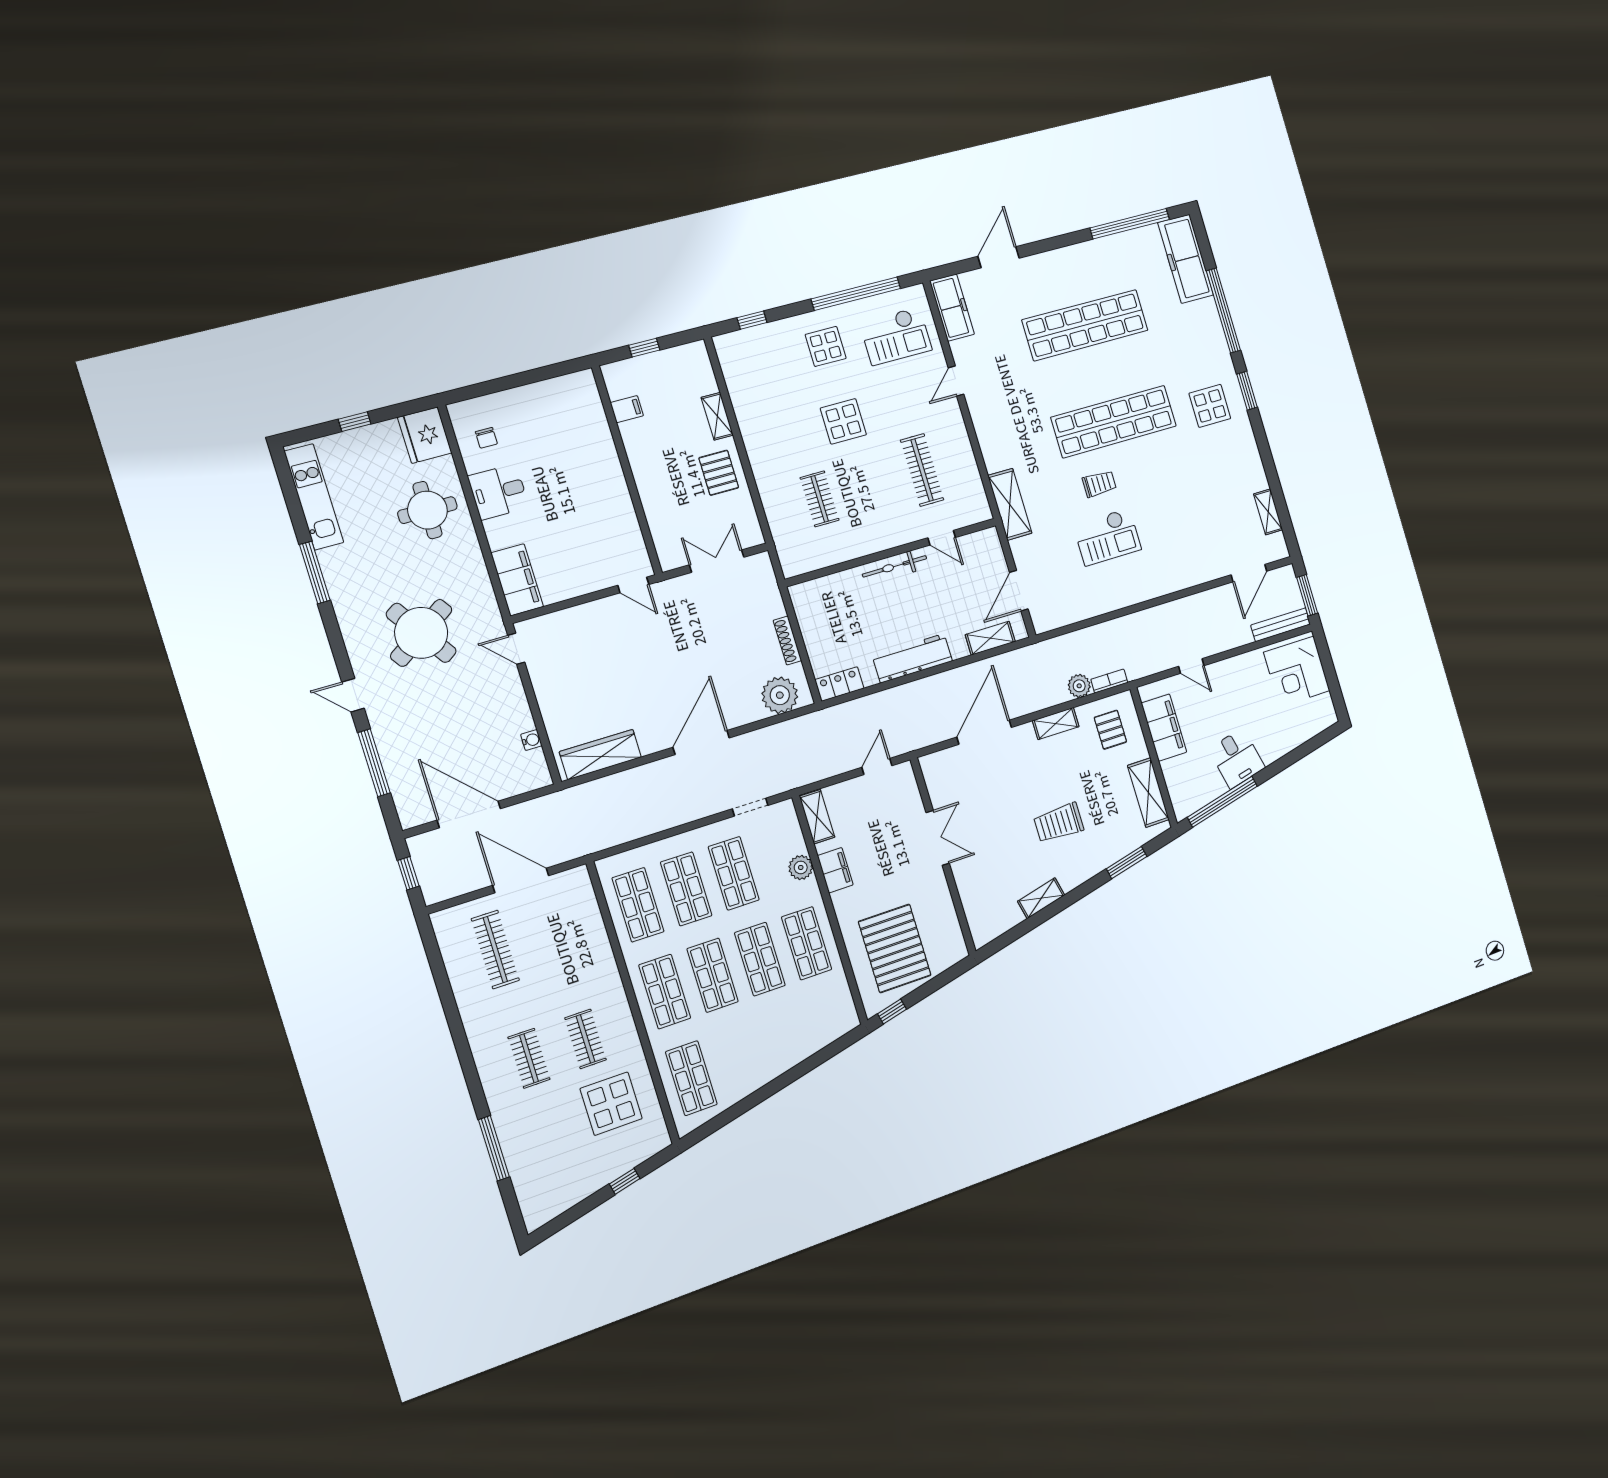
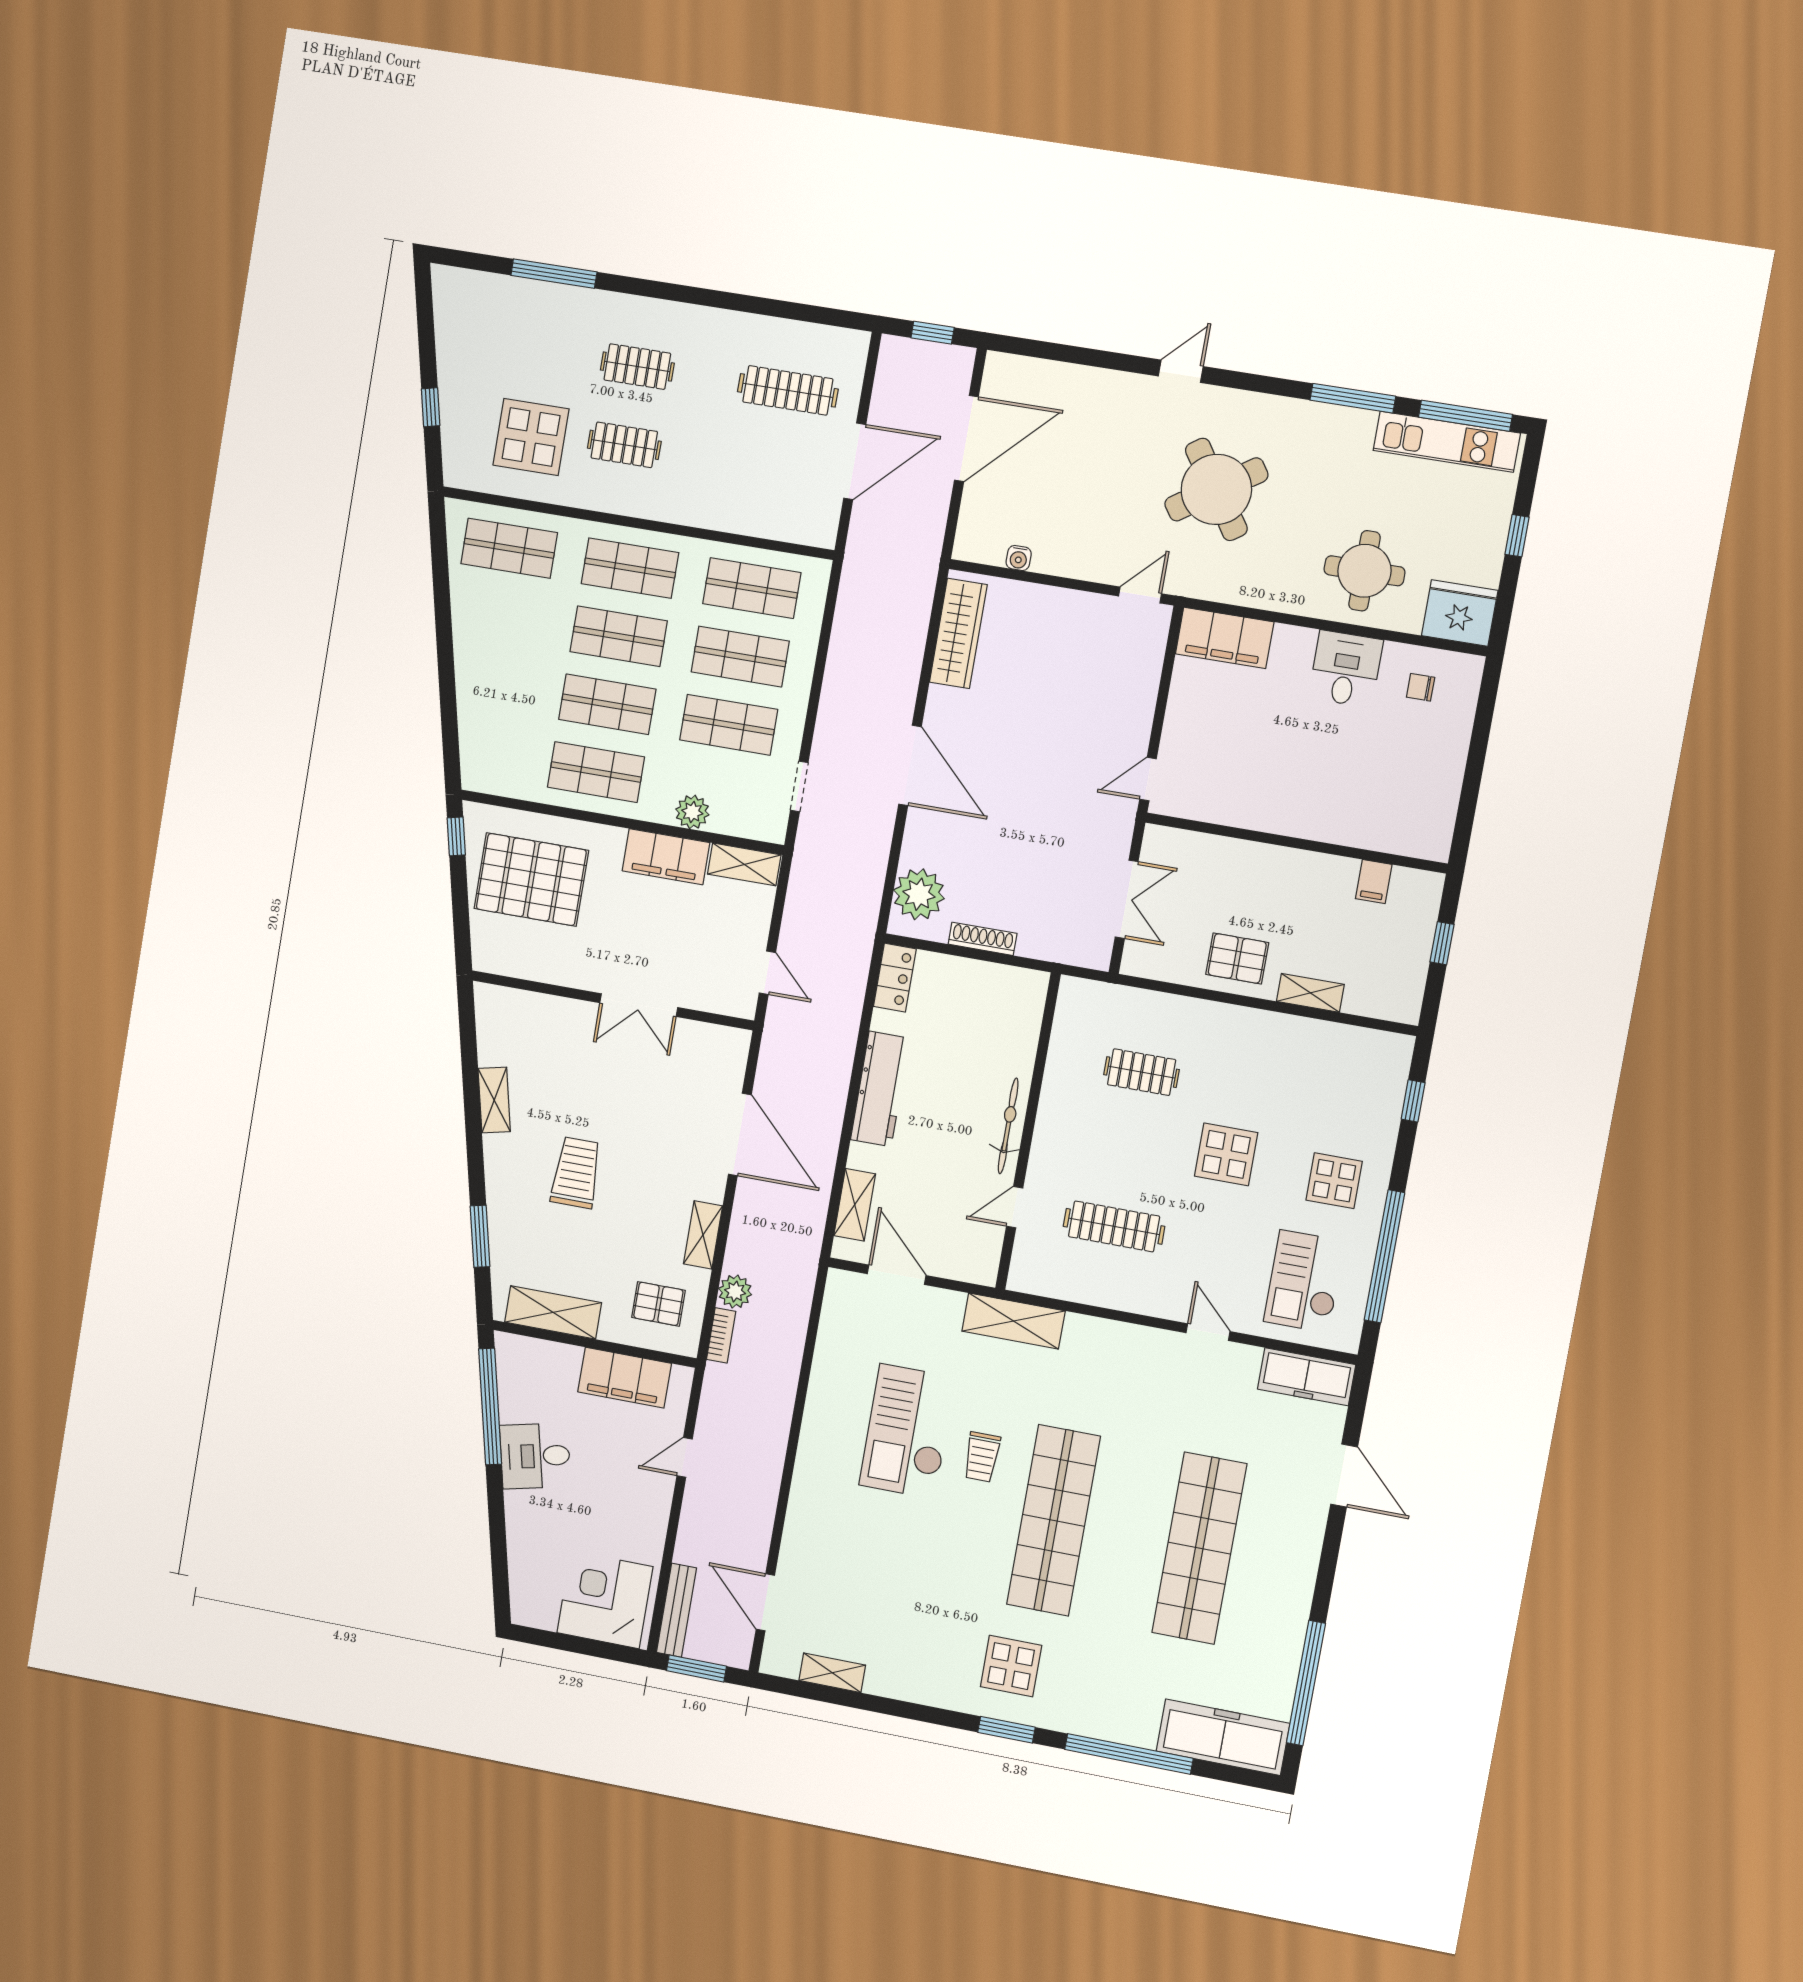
checkout: (1107, 537) -> (907, 1431), width x1.36, depth x1.21
window: (374, 763) -> (1465, 416), moved
filing cabinet: (835, 870) -> (666, 857), width x1.50, depth x1.17

